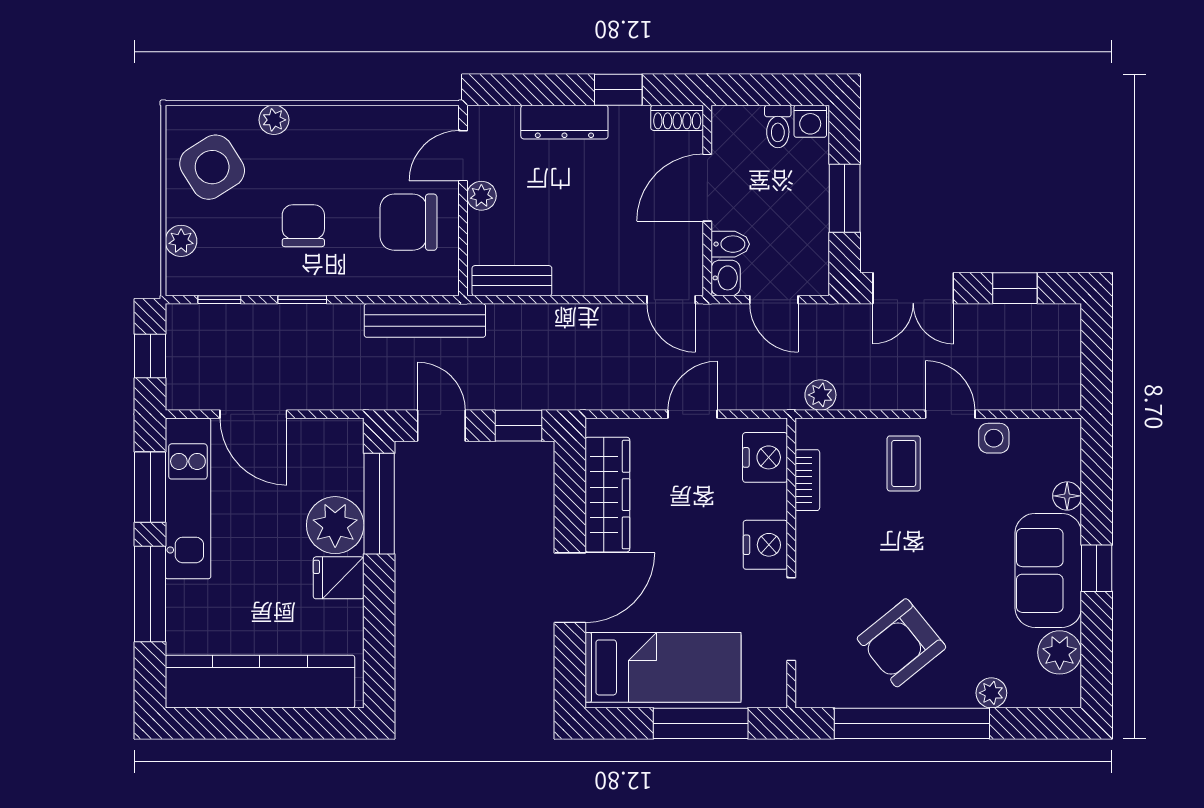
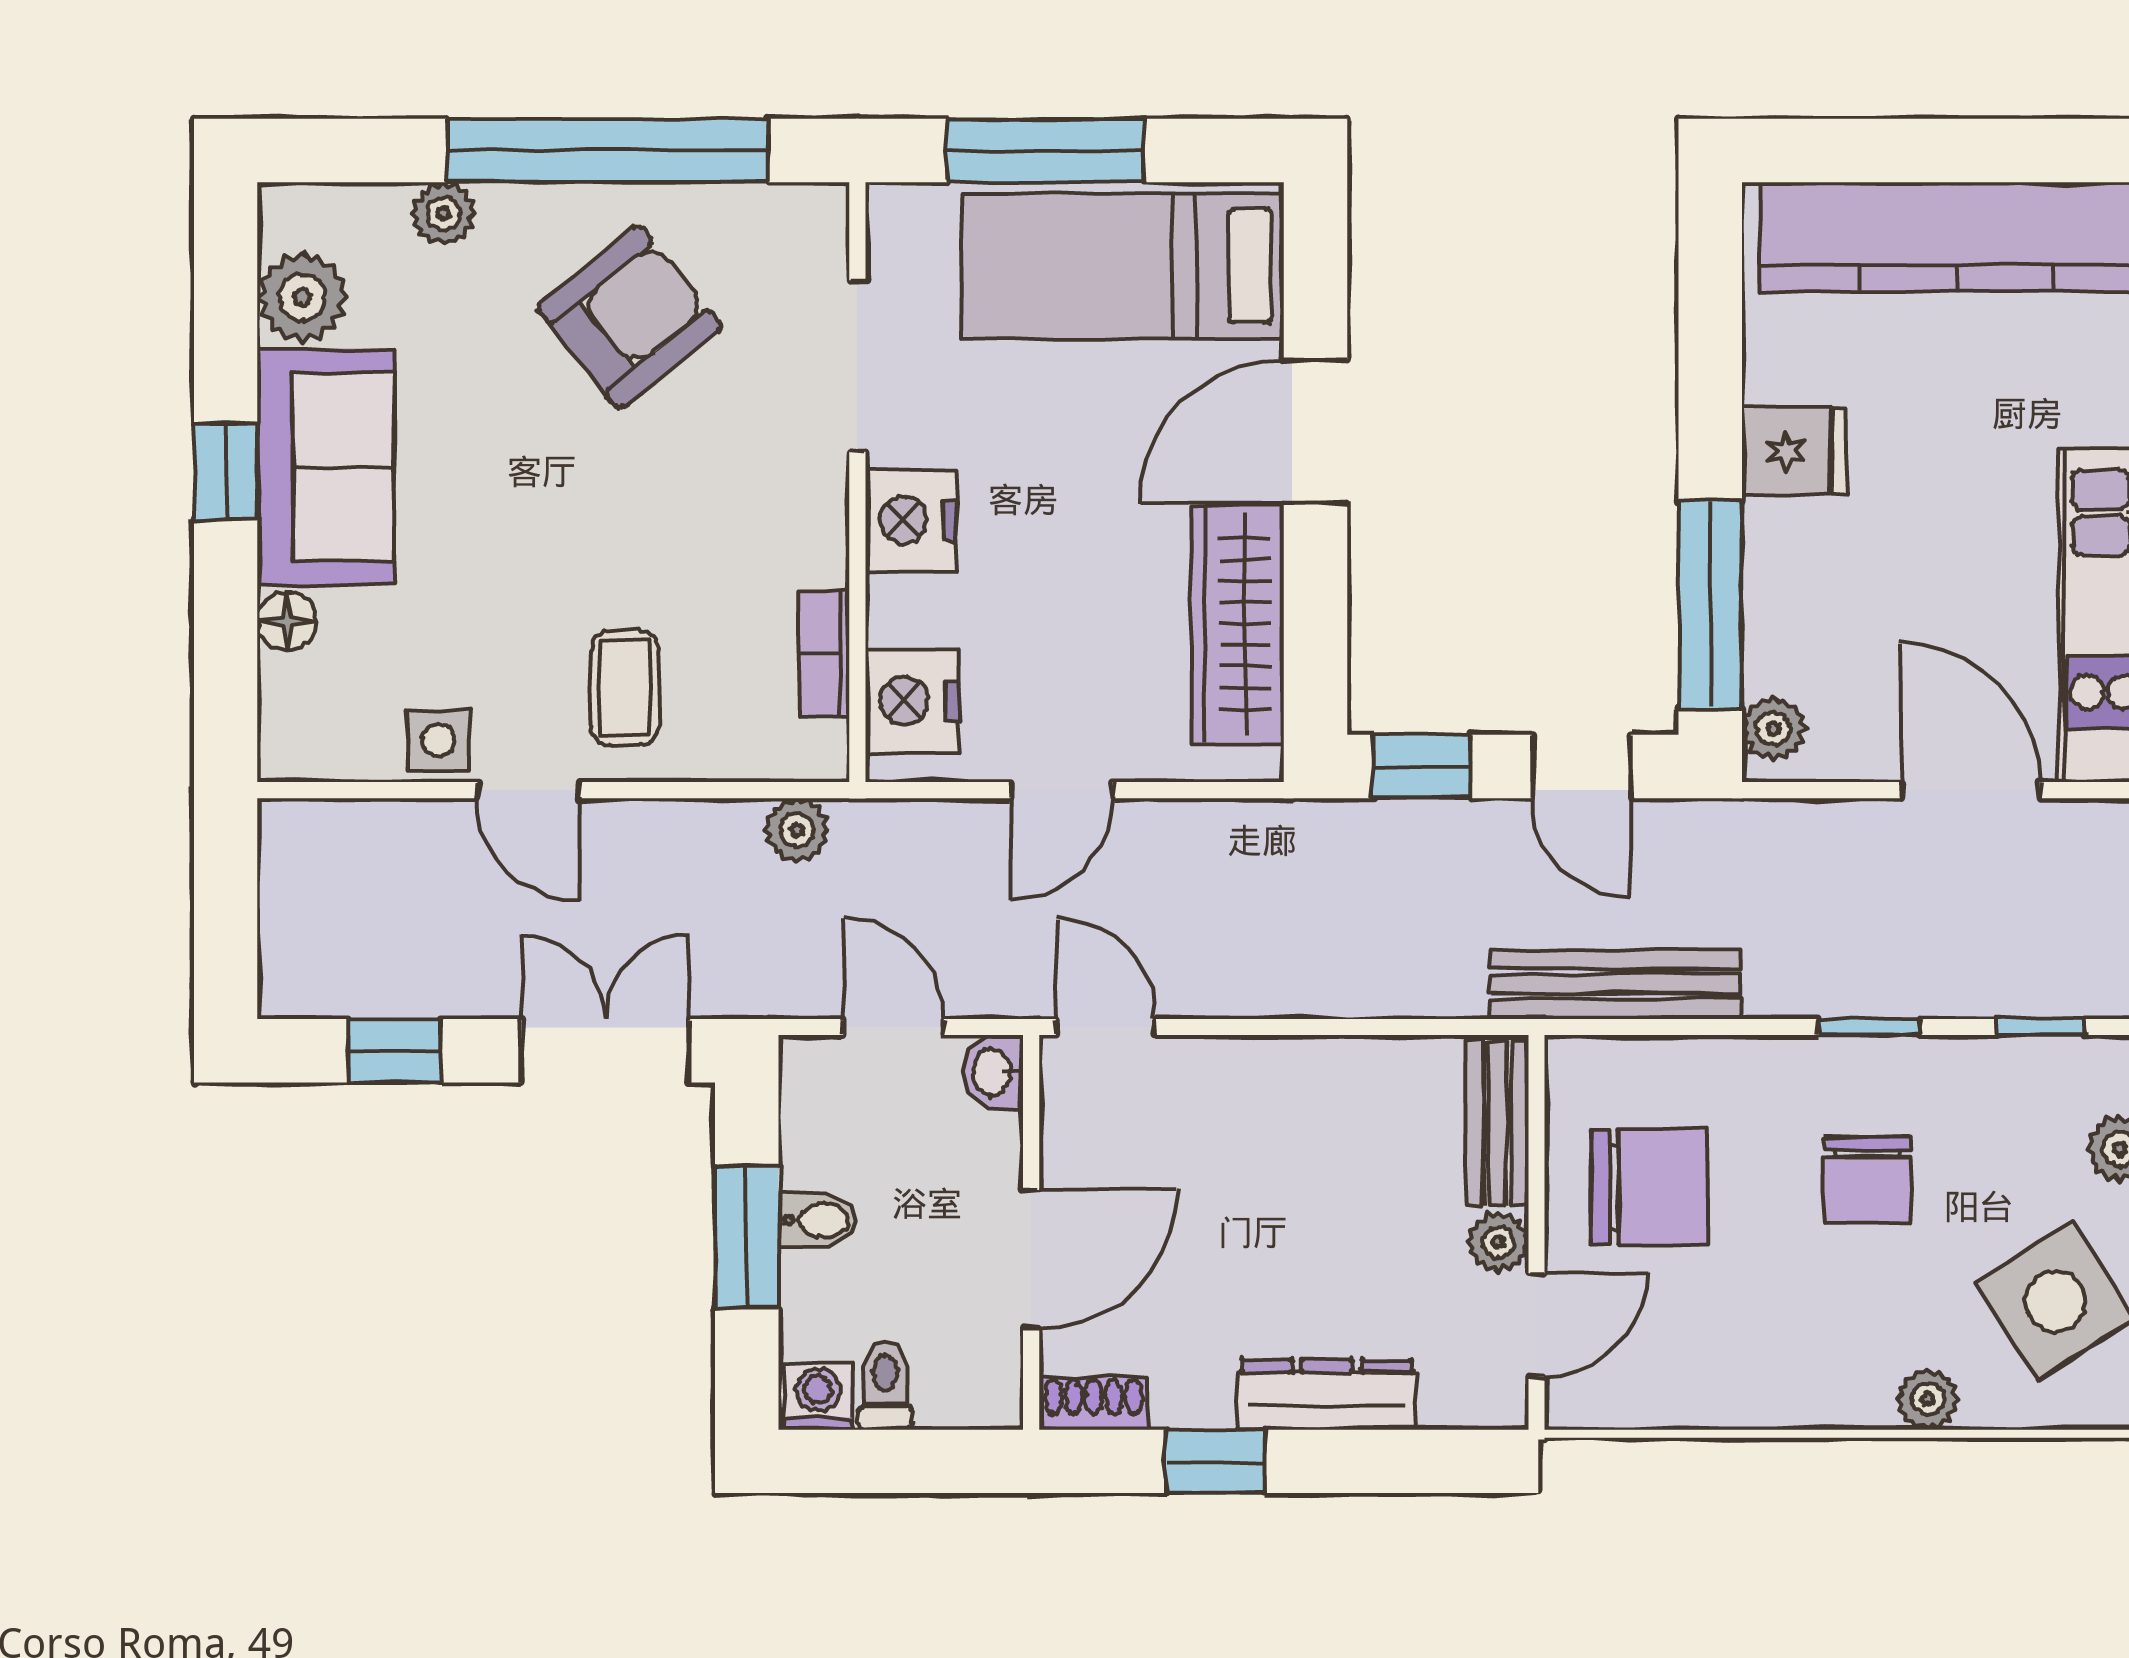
bidet: (730, 244) -> (818, 1220), moved, turned 180
bench: (512, 281) -> (1497, 1123), moved, turned 90
plant: (335, 525) -> (1773, 729), moved, width x0.53, depth x0.53

